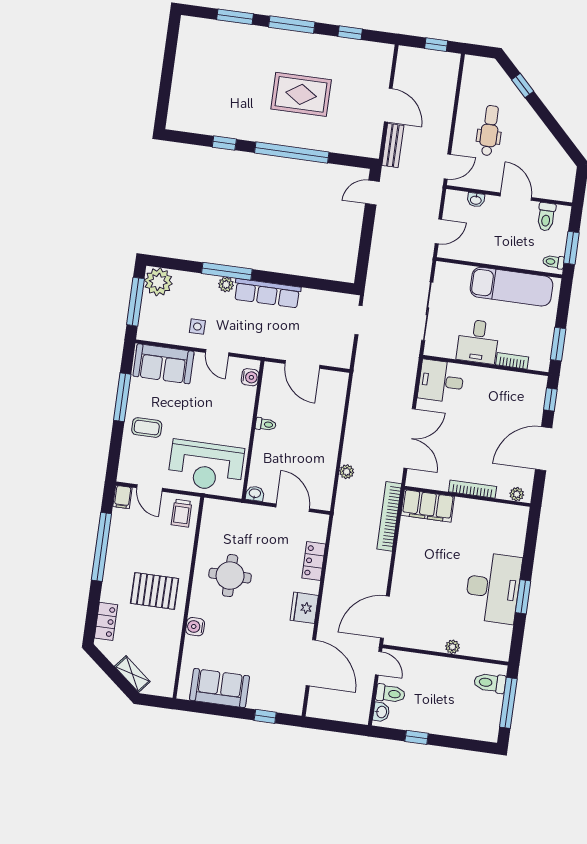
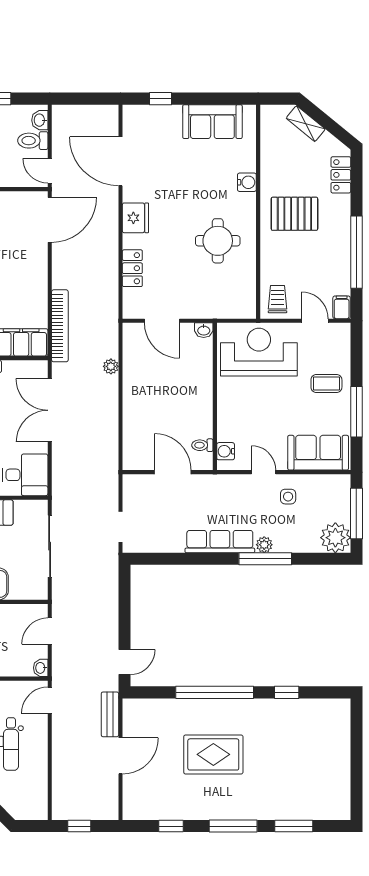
door: (388, 105) -> (121, 756), swing flipped
washbasin: (476, 200) -> (41, 668), moved, turned -90
toilet: (266, 424) -> (202, 445), moved

